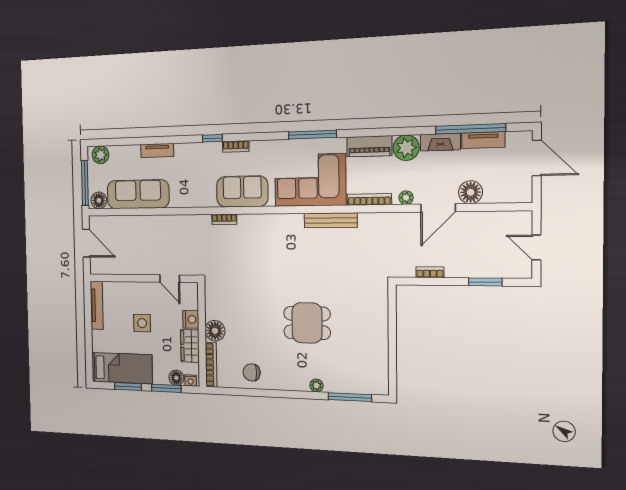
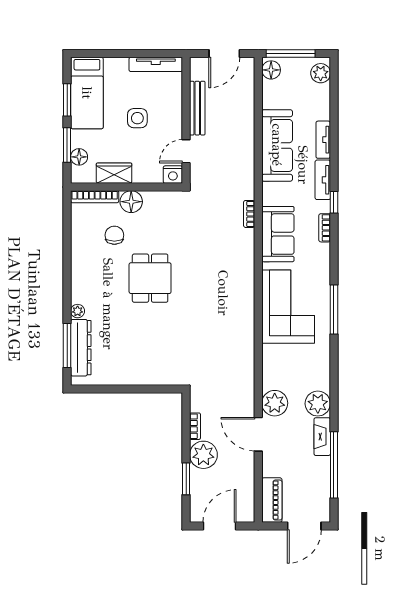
tv unit: (483, 140) -> (323, 180), moved
piano: (369, 146) -> (272, 500), moved, turned 180
floor lamp: (471, 192) -> (273, 465), removed
sofa: (138, 194) -> (277, 145), moved
plant: (406, 198) -> (275, 403), width x1.88, depth x1.88
bookcase: (369, 199) -> (267, 367), removed
bench: (331, 220) -> (197, 108), moved
door: (536, 247) -> (219, 526), width x1.38
plant: (460, 264) -> (203, 455), added
nightstand: (191, 319) -> (173, 175), moved
dining table: (307, 323) -> (150, 278), moved
chair: (252, 372) -> (114, 235), moved
nightstand: (191, 381) -> (77, 173), removed
dresser: (352, 384) -> (81, 348), added

